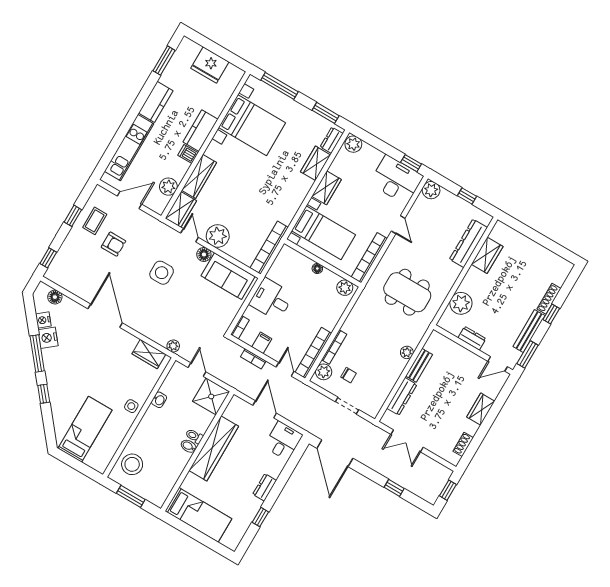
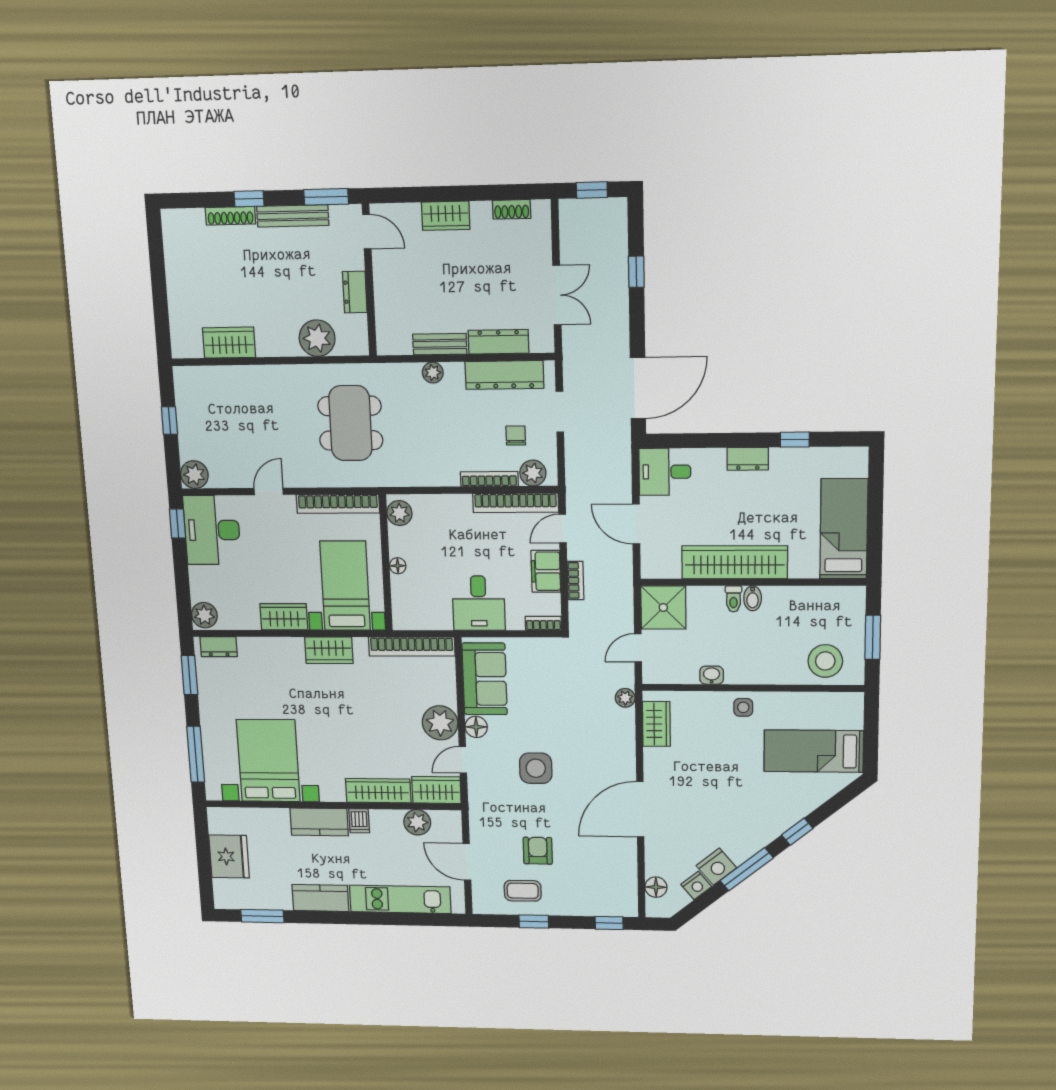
wardrobe: (316, 163) -> (329, 650), moved
dresser: (468, 243) -> (504, 375), moved
filing cabinet: (262, 343) -> (546, 571), width x2.00
door: (265, 409) -> (636, 524), hinge flipped

